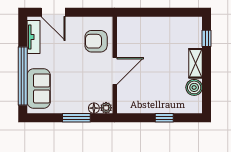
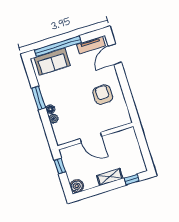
wall: (115, 65) -> (95, 136), moved
door: (115, 71) -> (91, 138), moved
boiler: (194, 87) -> (77, 186), moved

